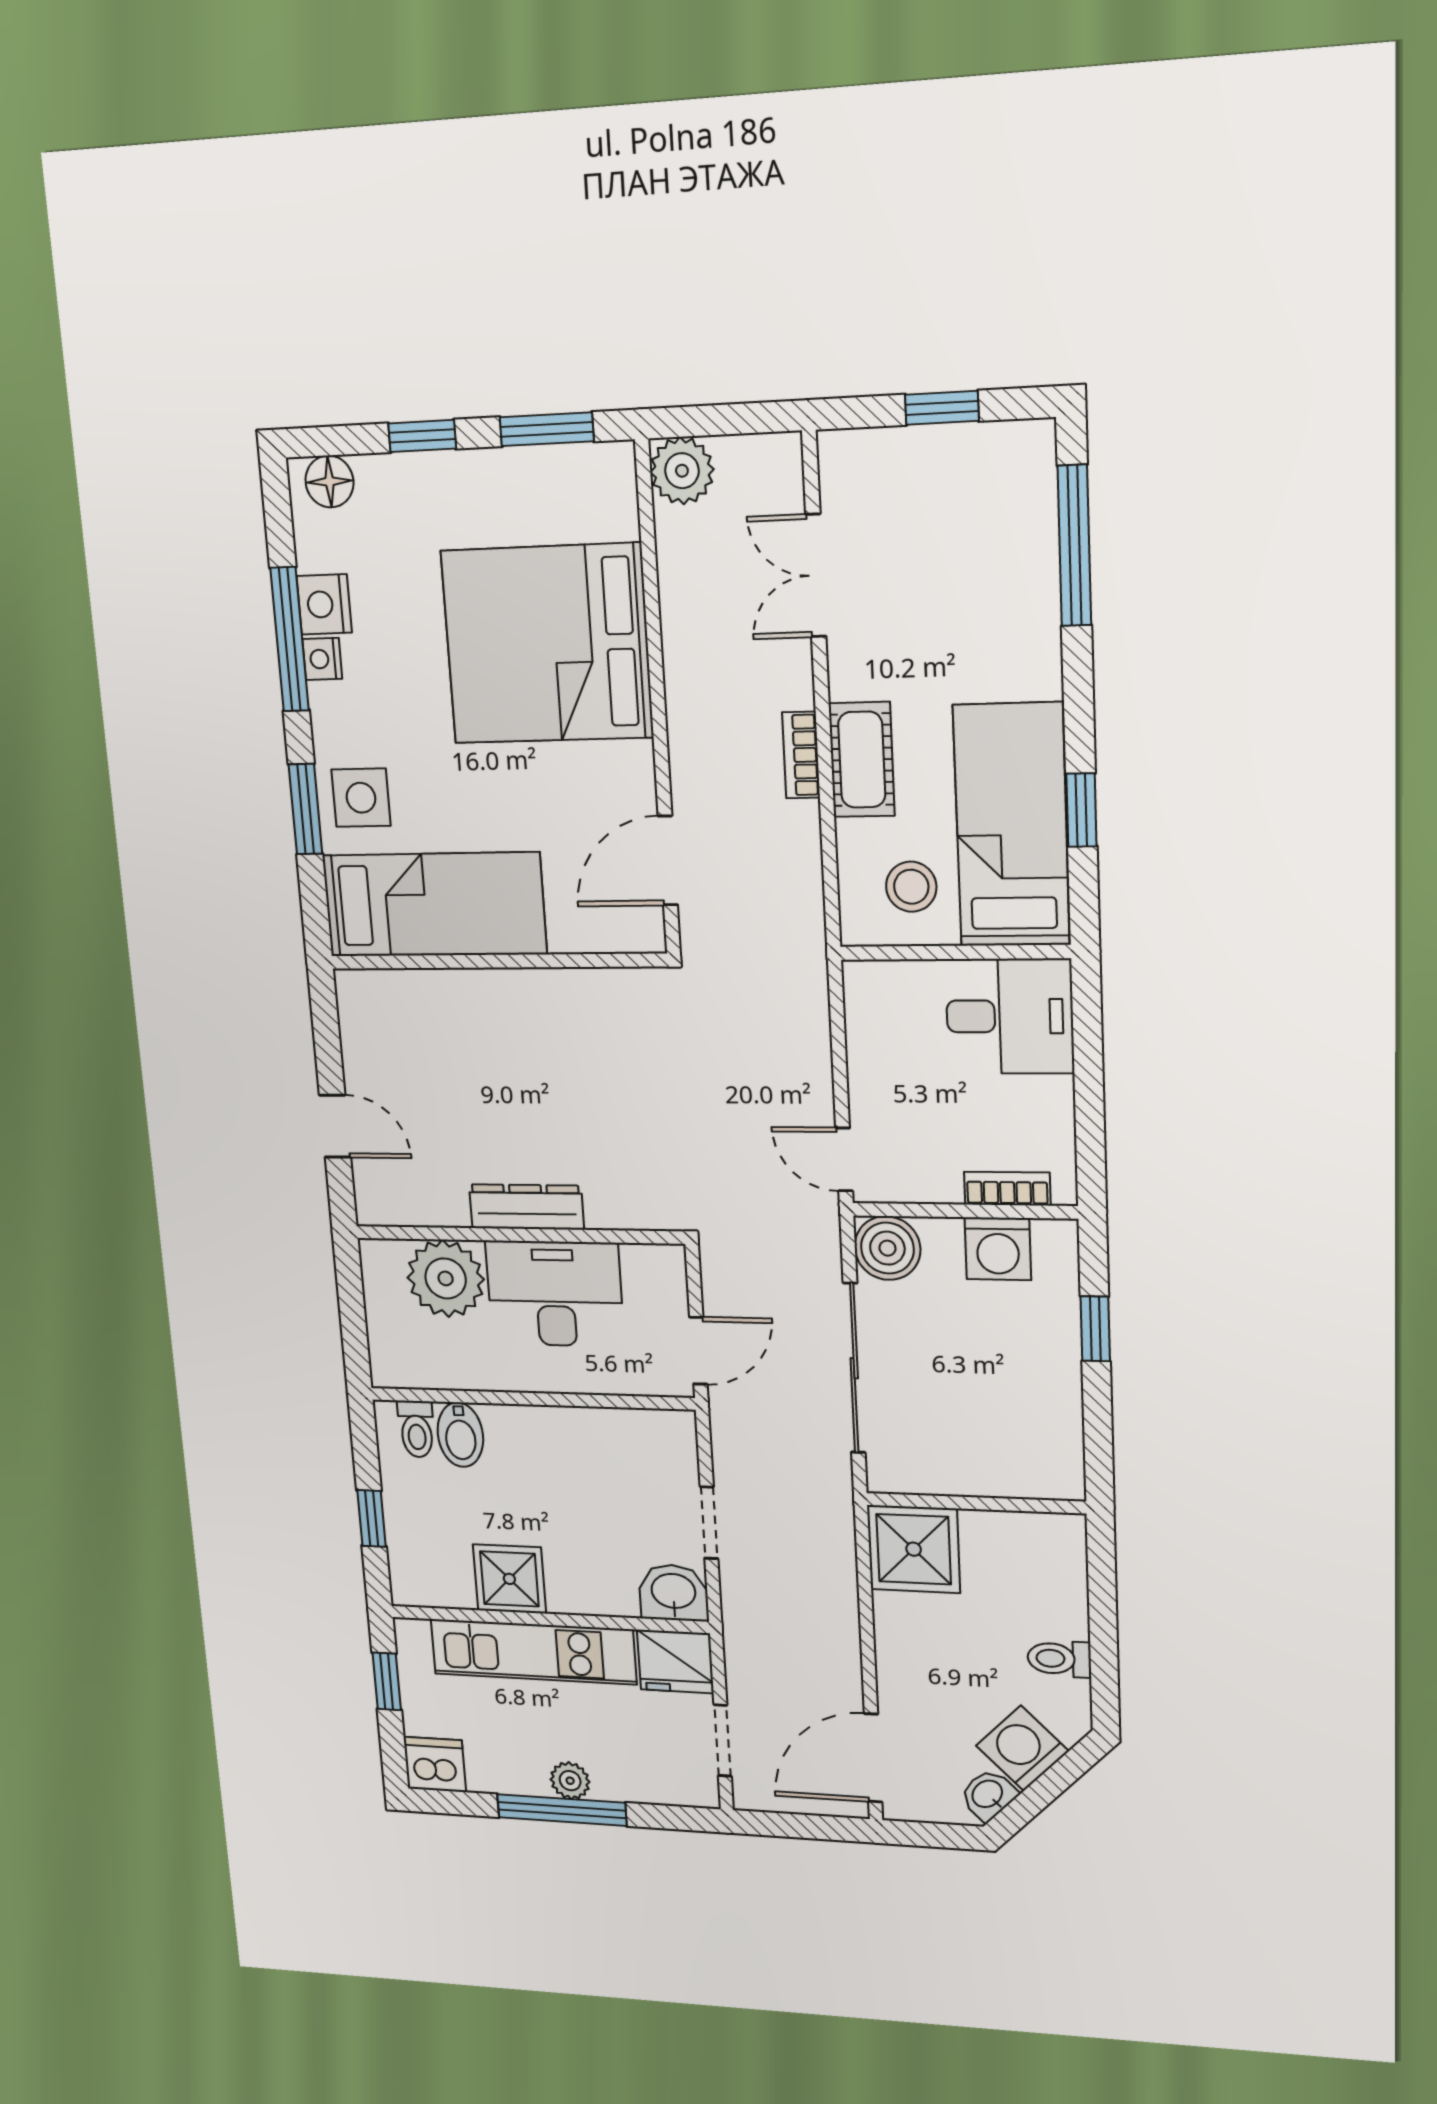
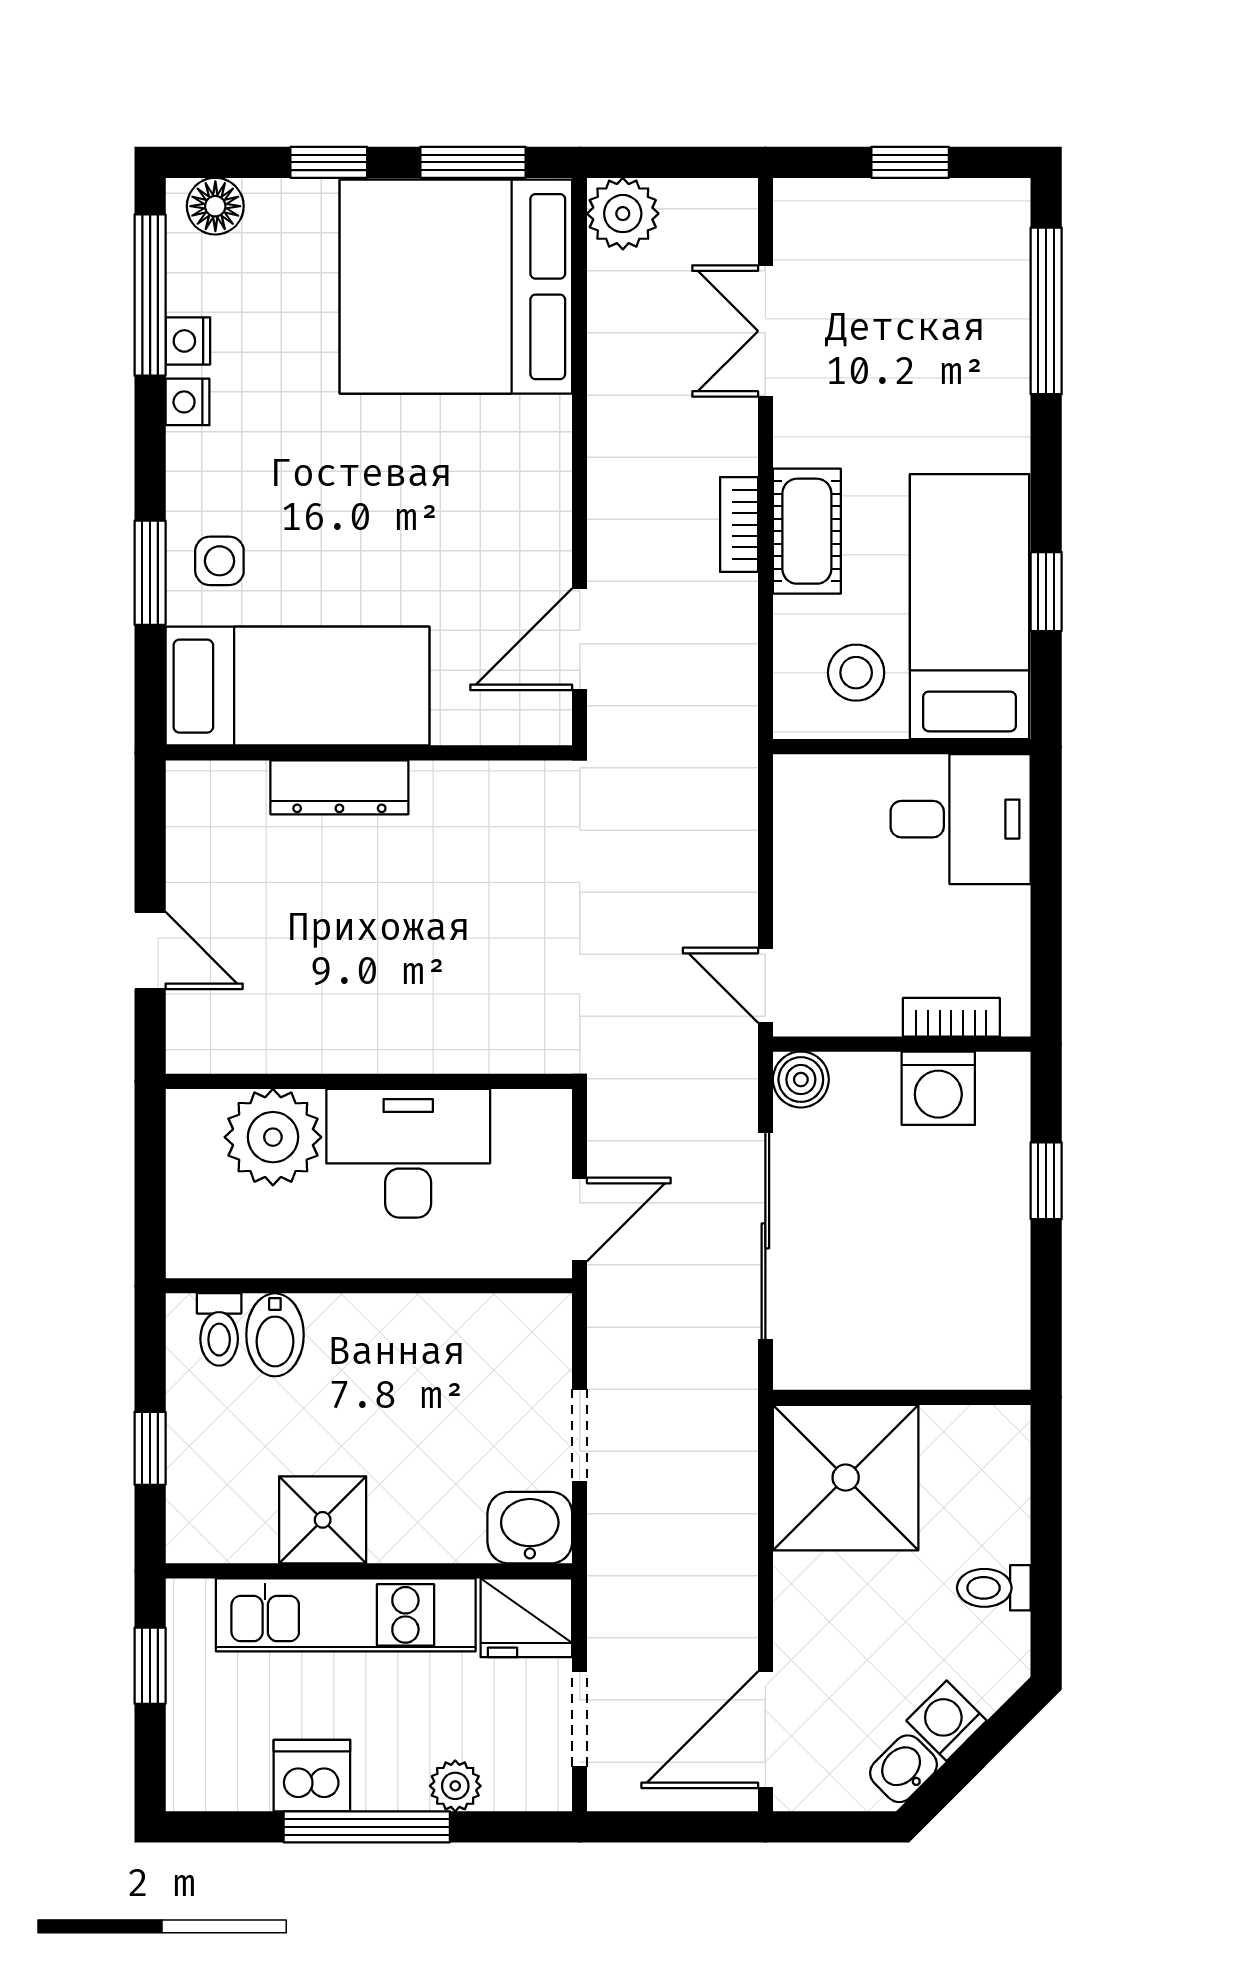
nightstand: (324, 604) -> (188, 341), width x0.72, depth x0.74
window: (290, 639) -> (150, 295), moved
bed: (547, 644) -> (456, 287), moved
side table: (361, 798) -> (219, 561), width x0.73, depth x0.73
dresser: (526, 1207) -> (339, 787), moved, turned 180
boiler: (887, 1248) -> (801, 1080), width x0.73, depth x0.73
shower: (914, 1549) -> (846, 1478), width x1.37, depth x1.37
washing machine: (1022, 1748) -> (947, 1721), width x0.73, depth x0.73
dishwasher: (435, 1764) -> (312, 1776), moved
plant: (570, 1781) -> (455, 1786), moved

